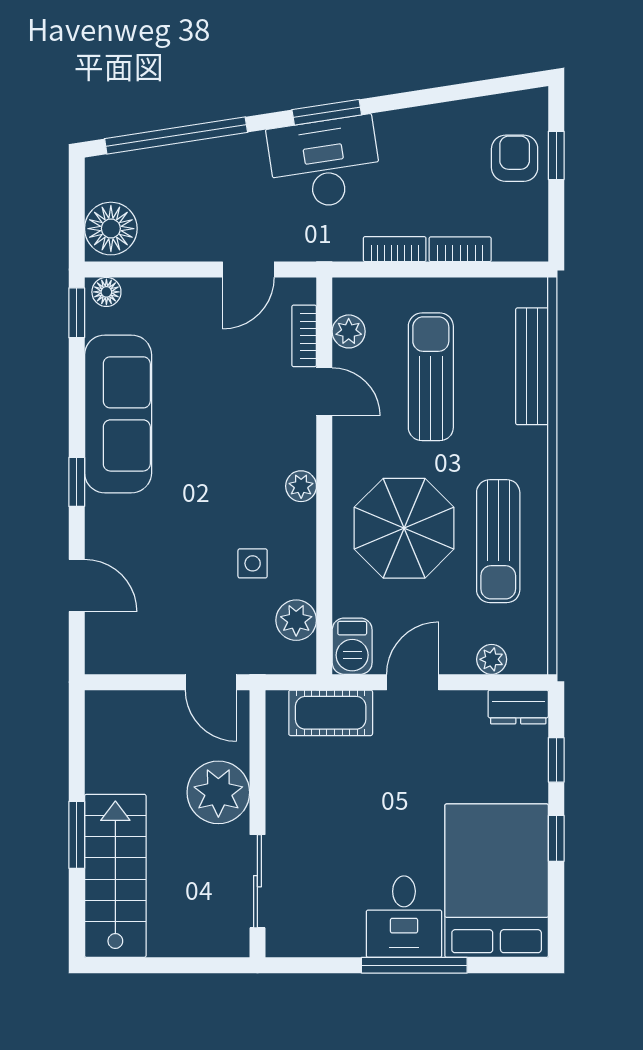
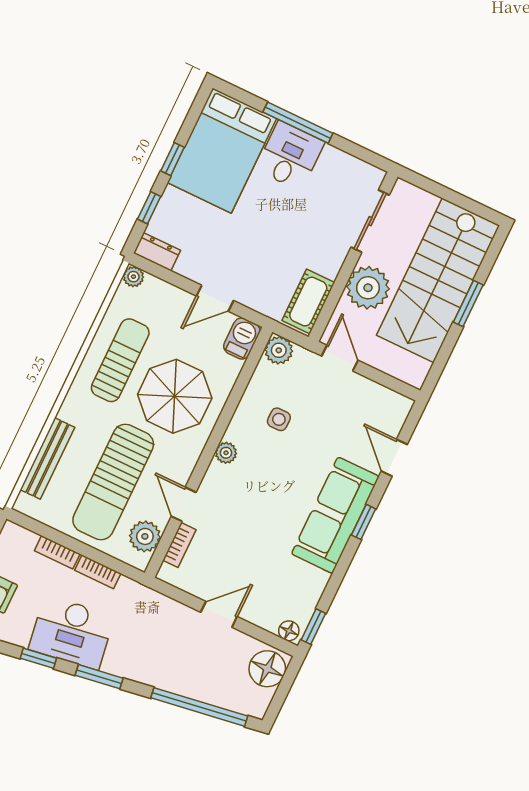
window: (418, 98) -> (38, 658), added
desk: (325, 163) -> (72, 632), moved
door: (248, 269) -> (219, 614), moved
plant: (349, 331) -> (145, 536), width x1.38, depth x1.38
sun lounger: (431, 377) -> (113, 482), width x1.36, depth x1.34
sofa: (118, 414) -> (335, 515), moved
plant: (296, 620) -> (279, 350), moved
plant: (492, 659) -> (133, 277), moved
cot: (331, 713) -> (308, 302), moved, turned 90
stairs: (115, 876) -> (438, 280), width x1.36, depth x1.51

